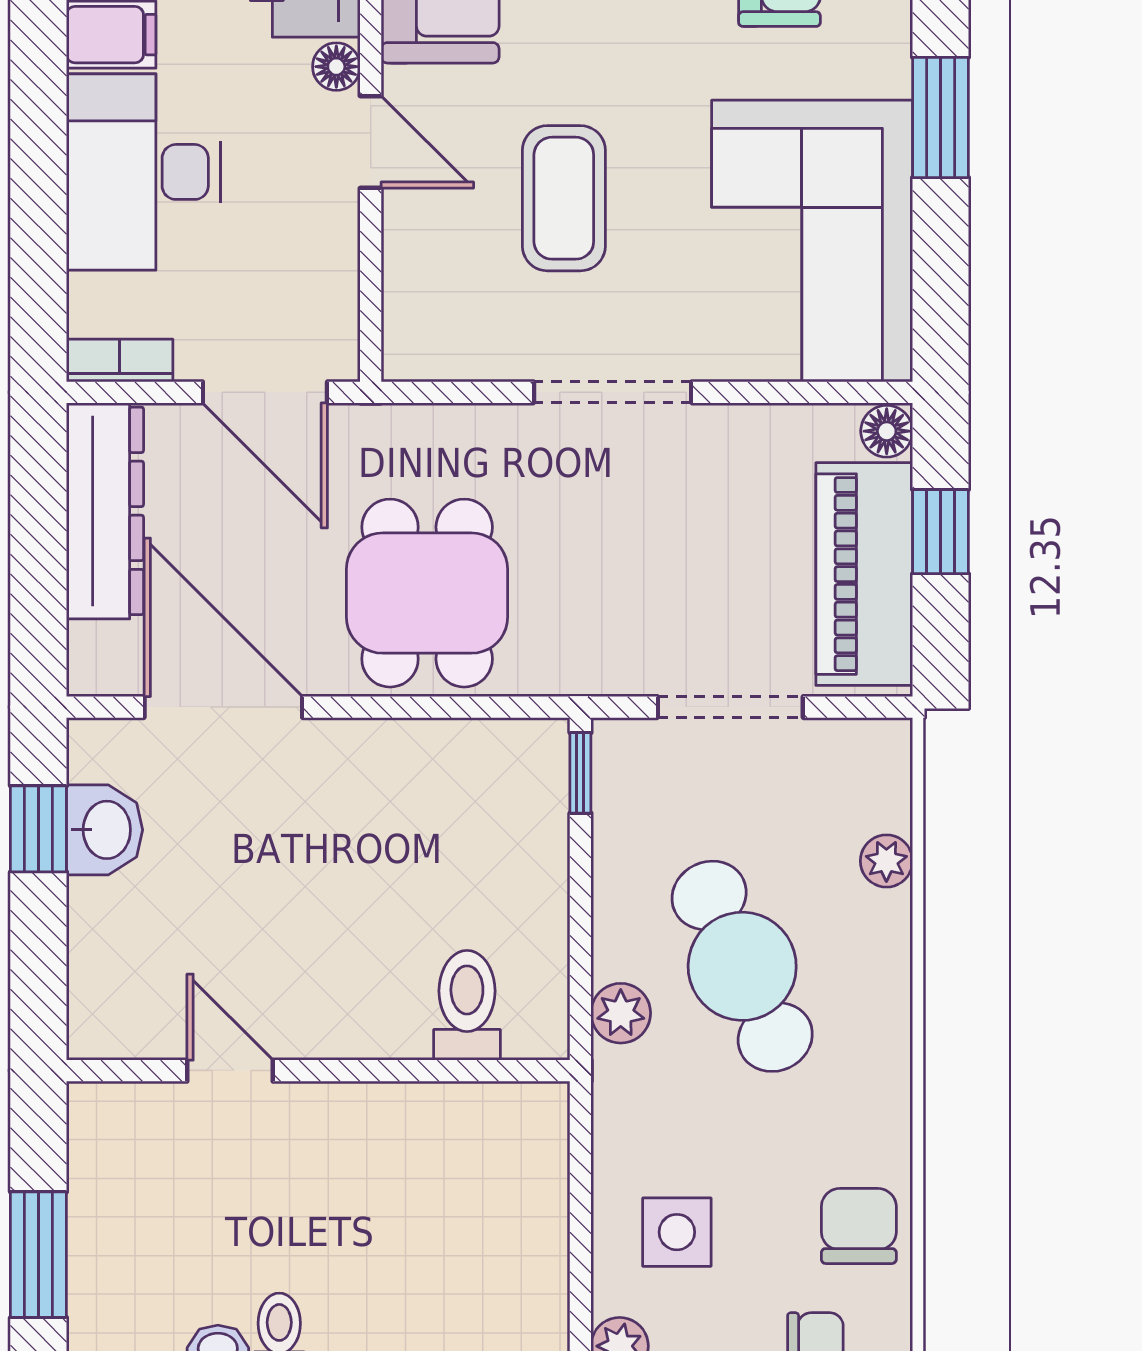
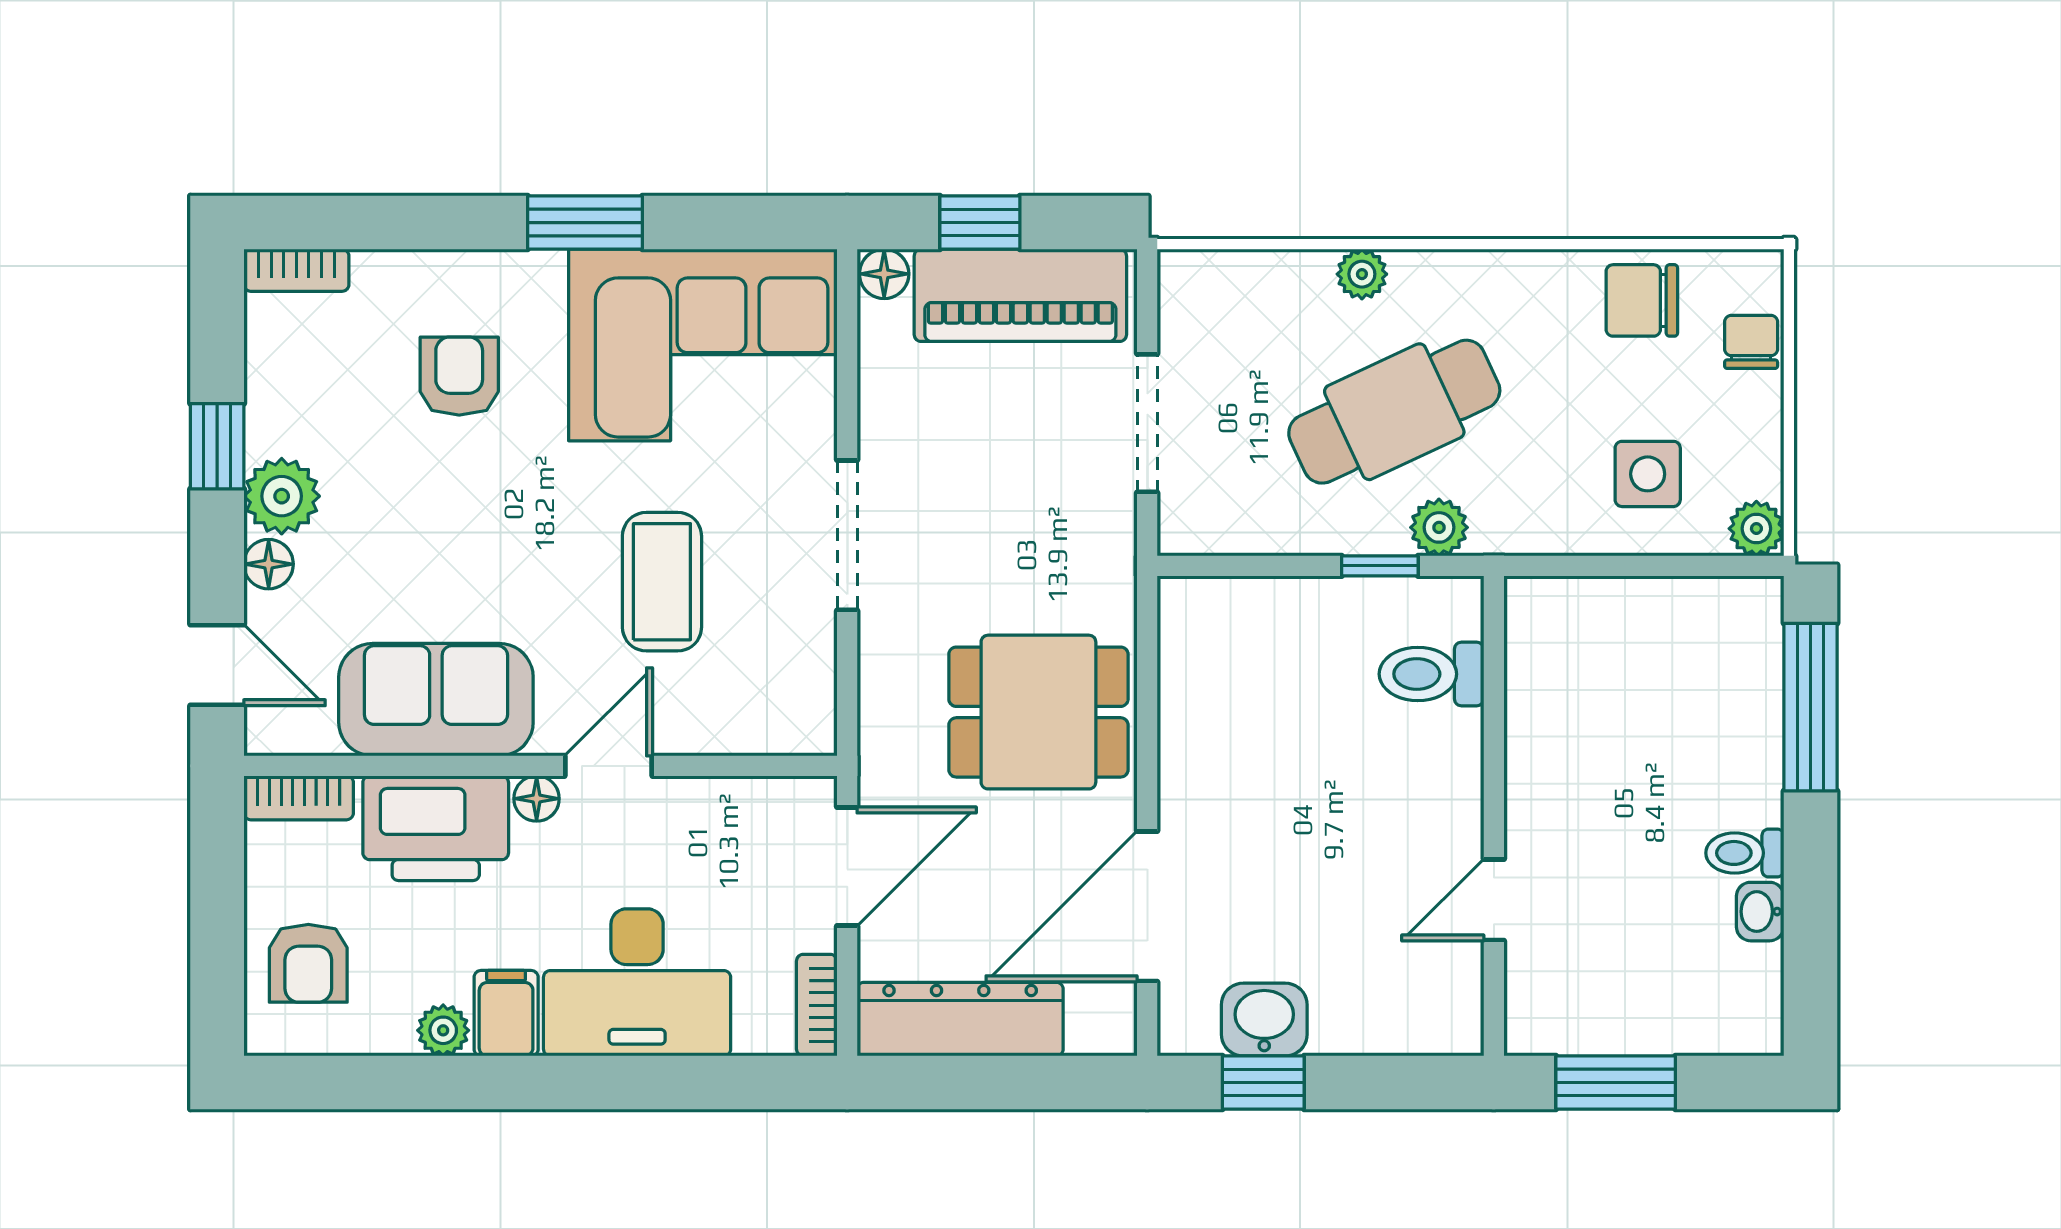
coffee table: (564, 198) -> (662, 582), turned 90
window: (580, 773) -> (1380, 566), moved
plant: (886, 861) -> (1362, 274), moved
window: (38, 1255) -> (1616, 1083), moved

